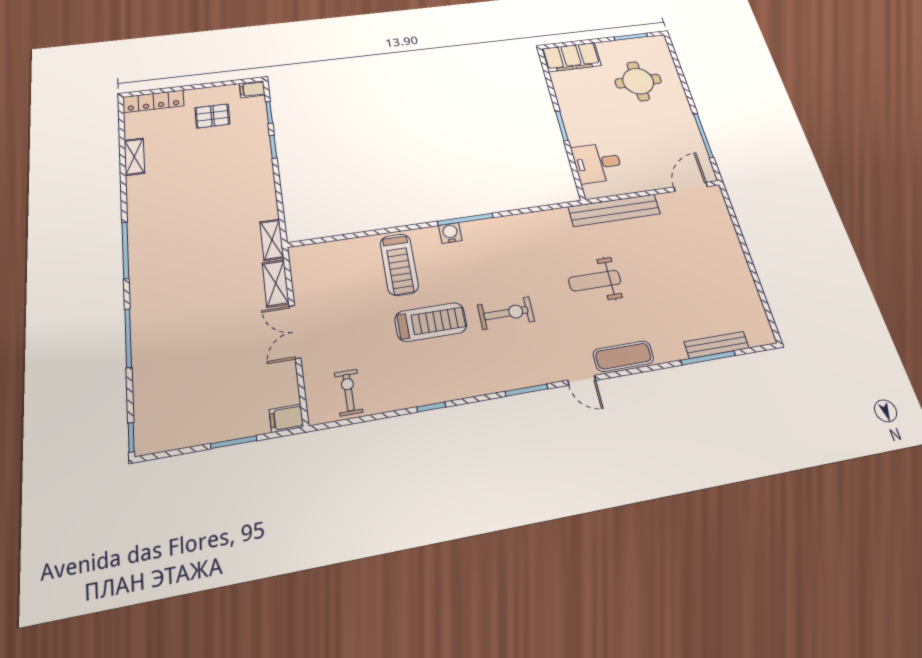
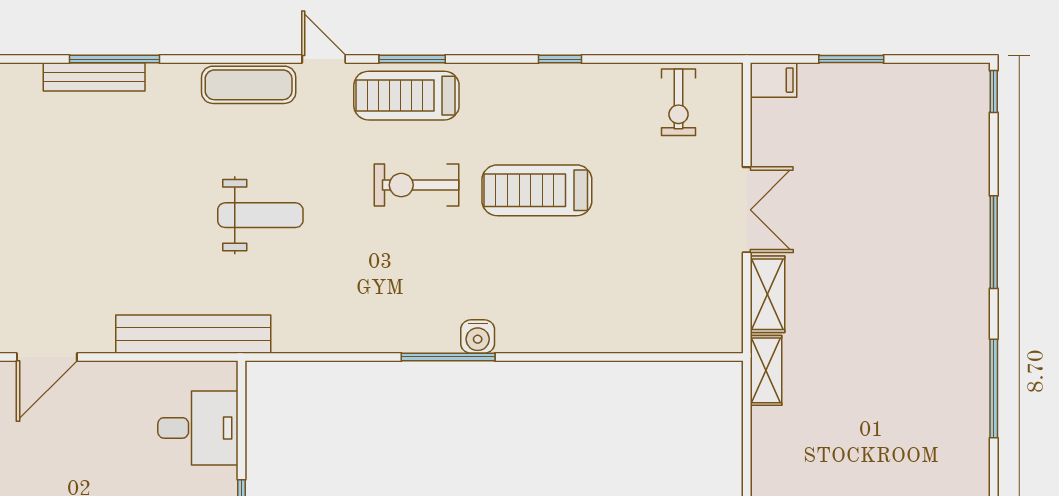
treadmill: (399, 264) -> (406, 96), moved, turned -90

